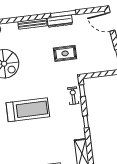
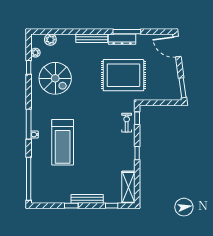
rug: (65, 53) -> (123, 75), width x1.86, depth x2.06
treadmill: (28, 110) -> (63, 142), moved, turned 90

